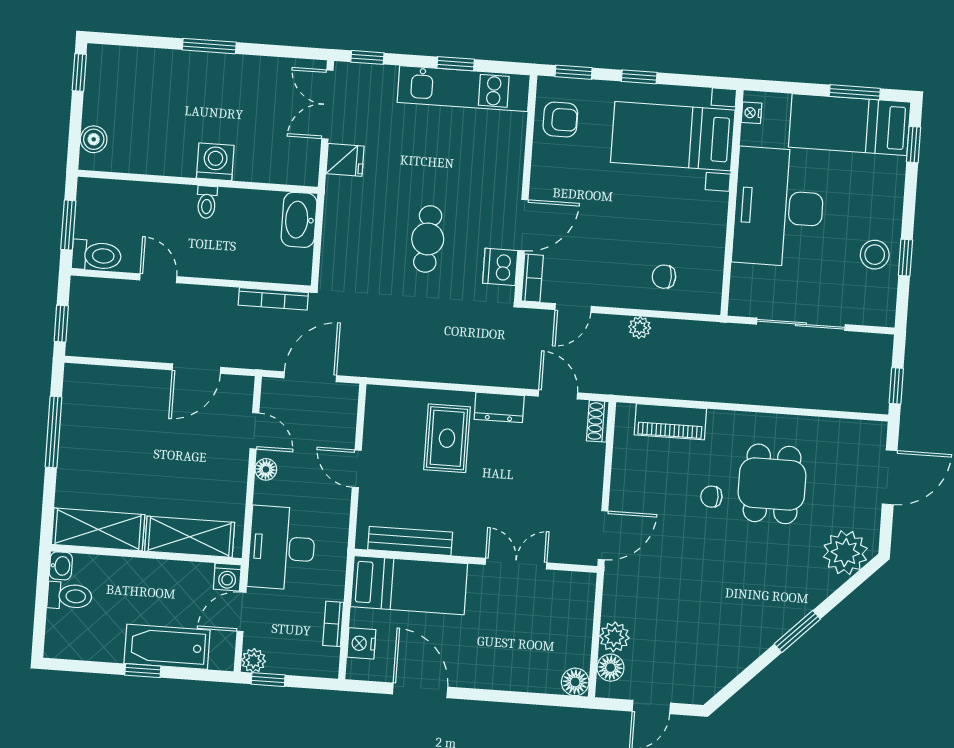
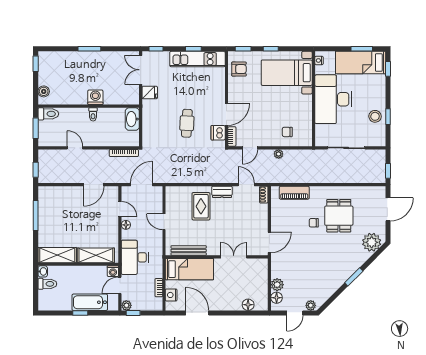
toilet: (96, 255) -> (48, 114), moved
floor lamp: (575, 682) -> (248, 305), moved
plant: (690, 692) -> (311, 305), added

